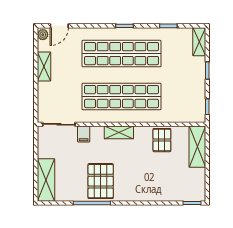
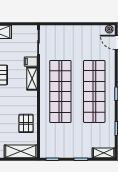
shelving: (44, 66) -> (84, 30), removed
shelving: (119, 132) -> (32, 79), moved
pallet: (162, 140) -> (26, 123), turned 90

